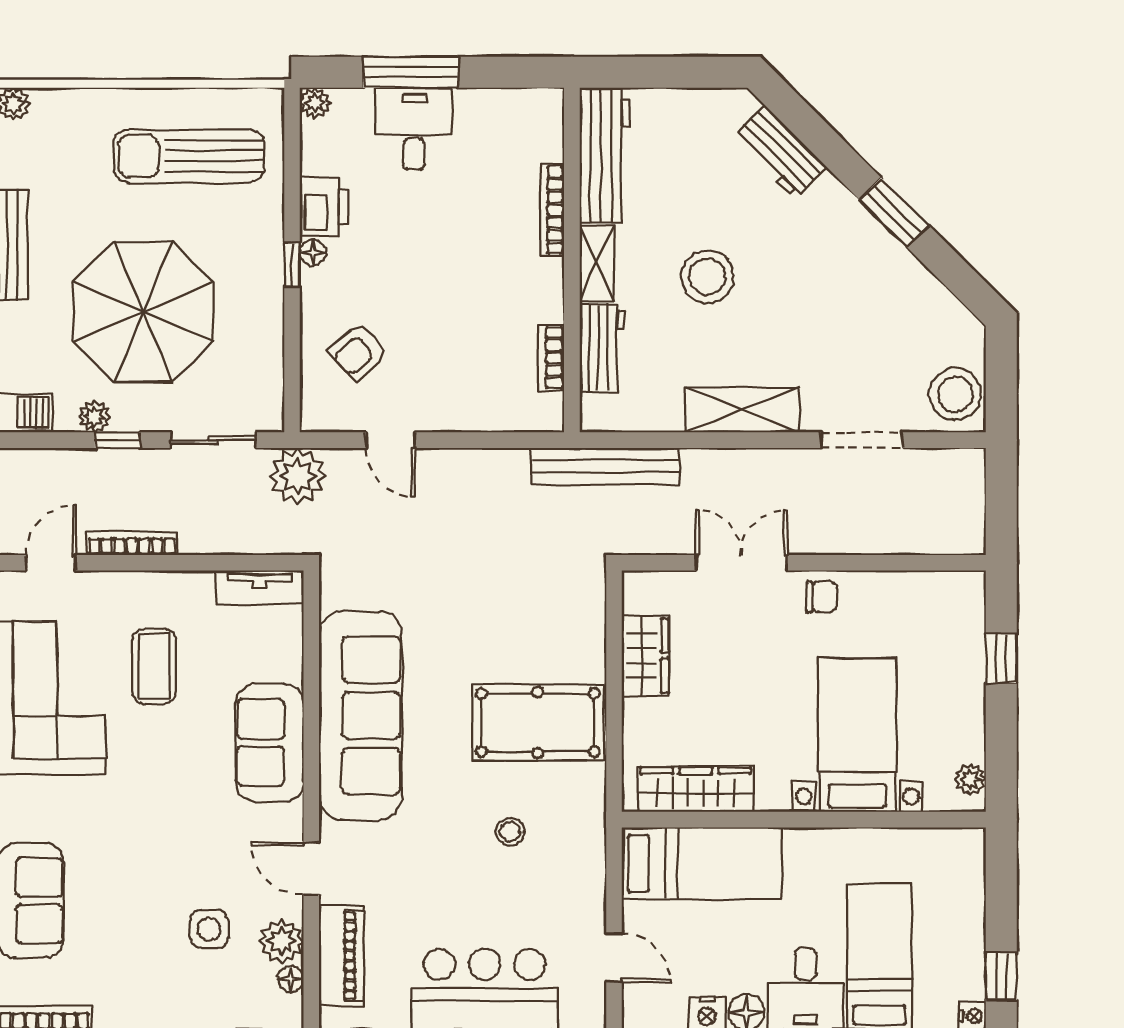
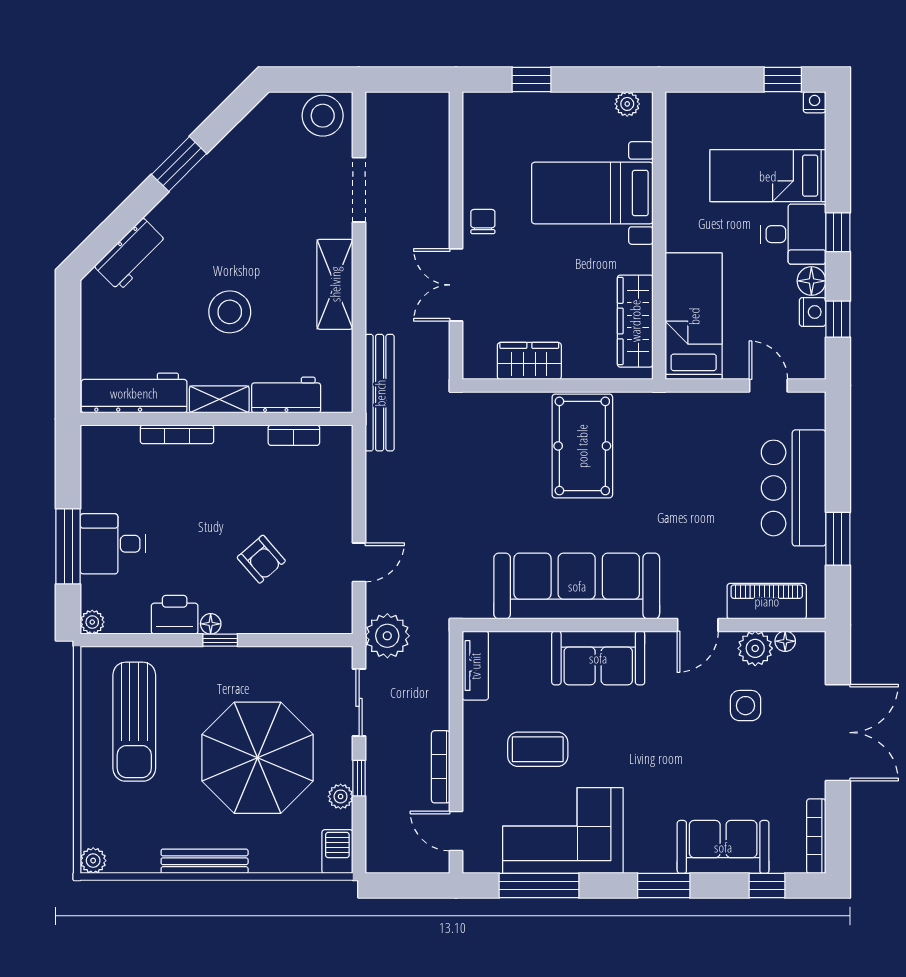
armchair: (358, 352) -> (261, 559), moved
stool: (510, 832) -> (669, 468), removed
door: (614, 958) -> (768, 386), hinge flipped

